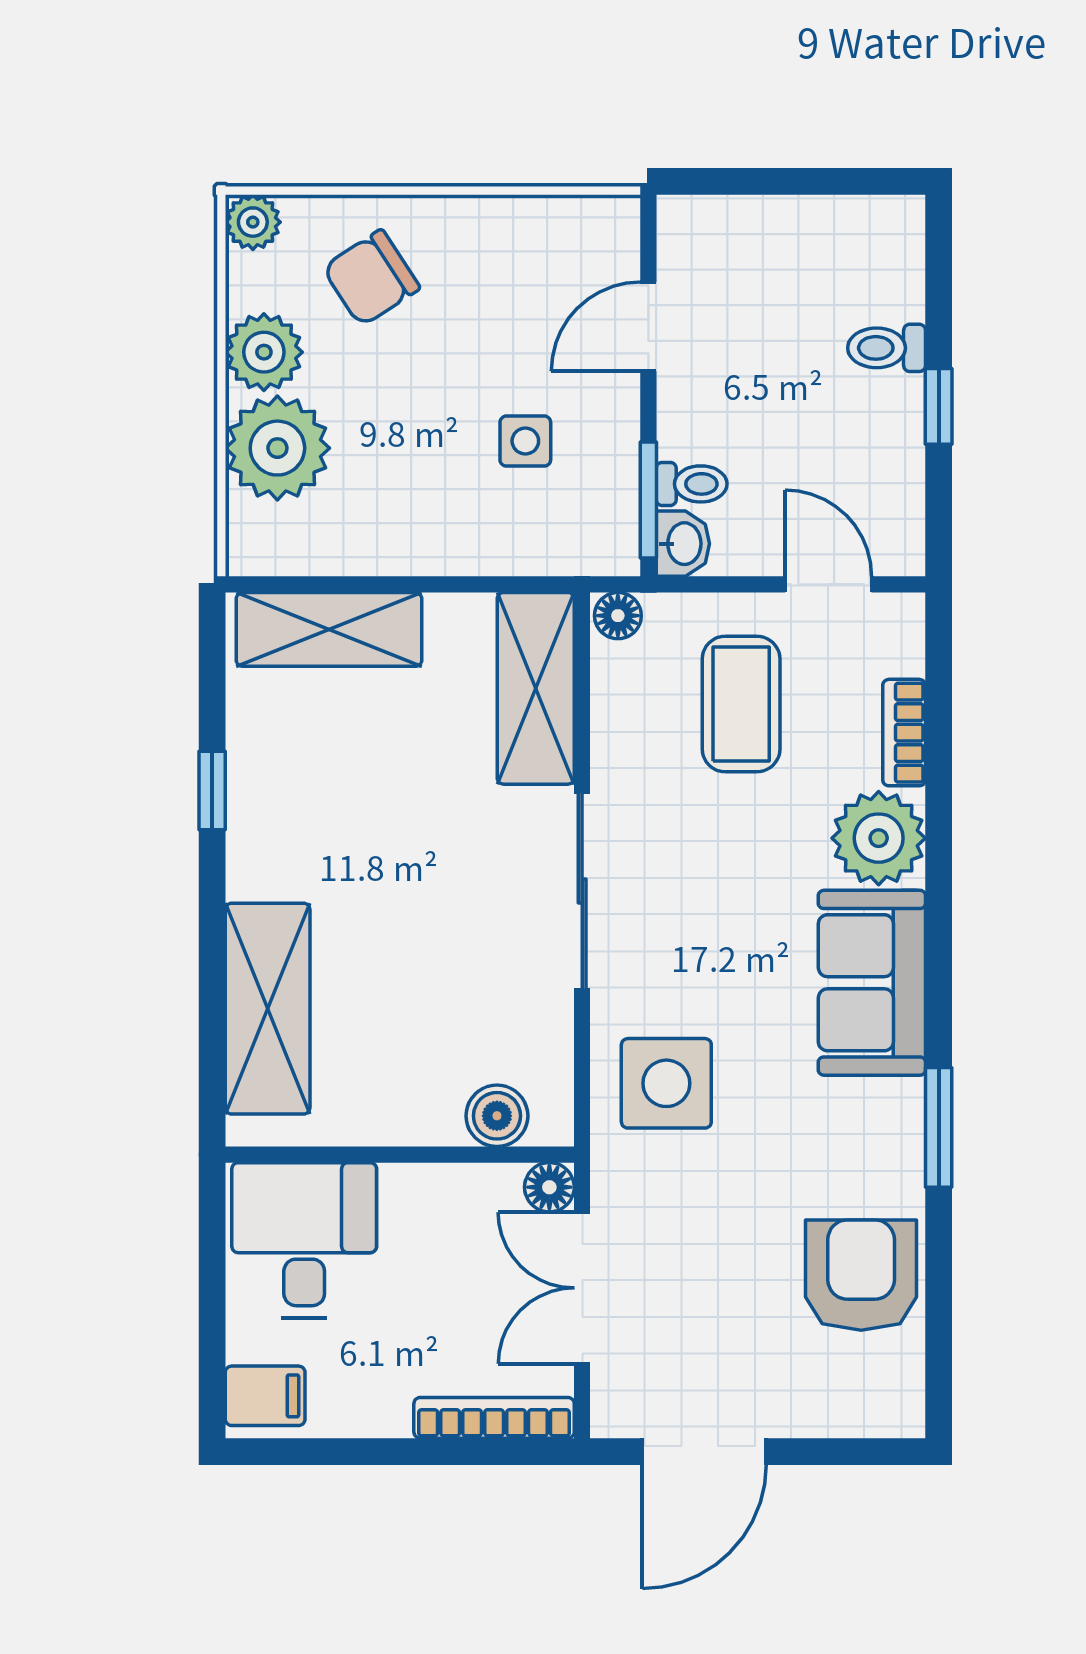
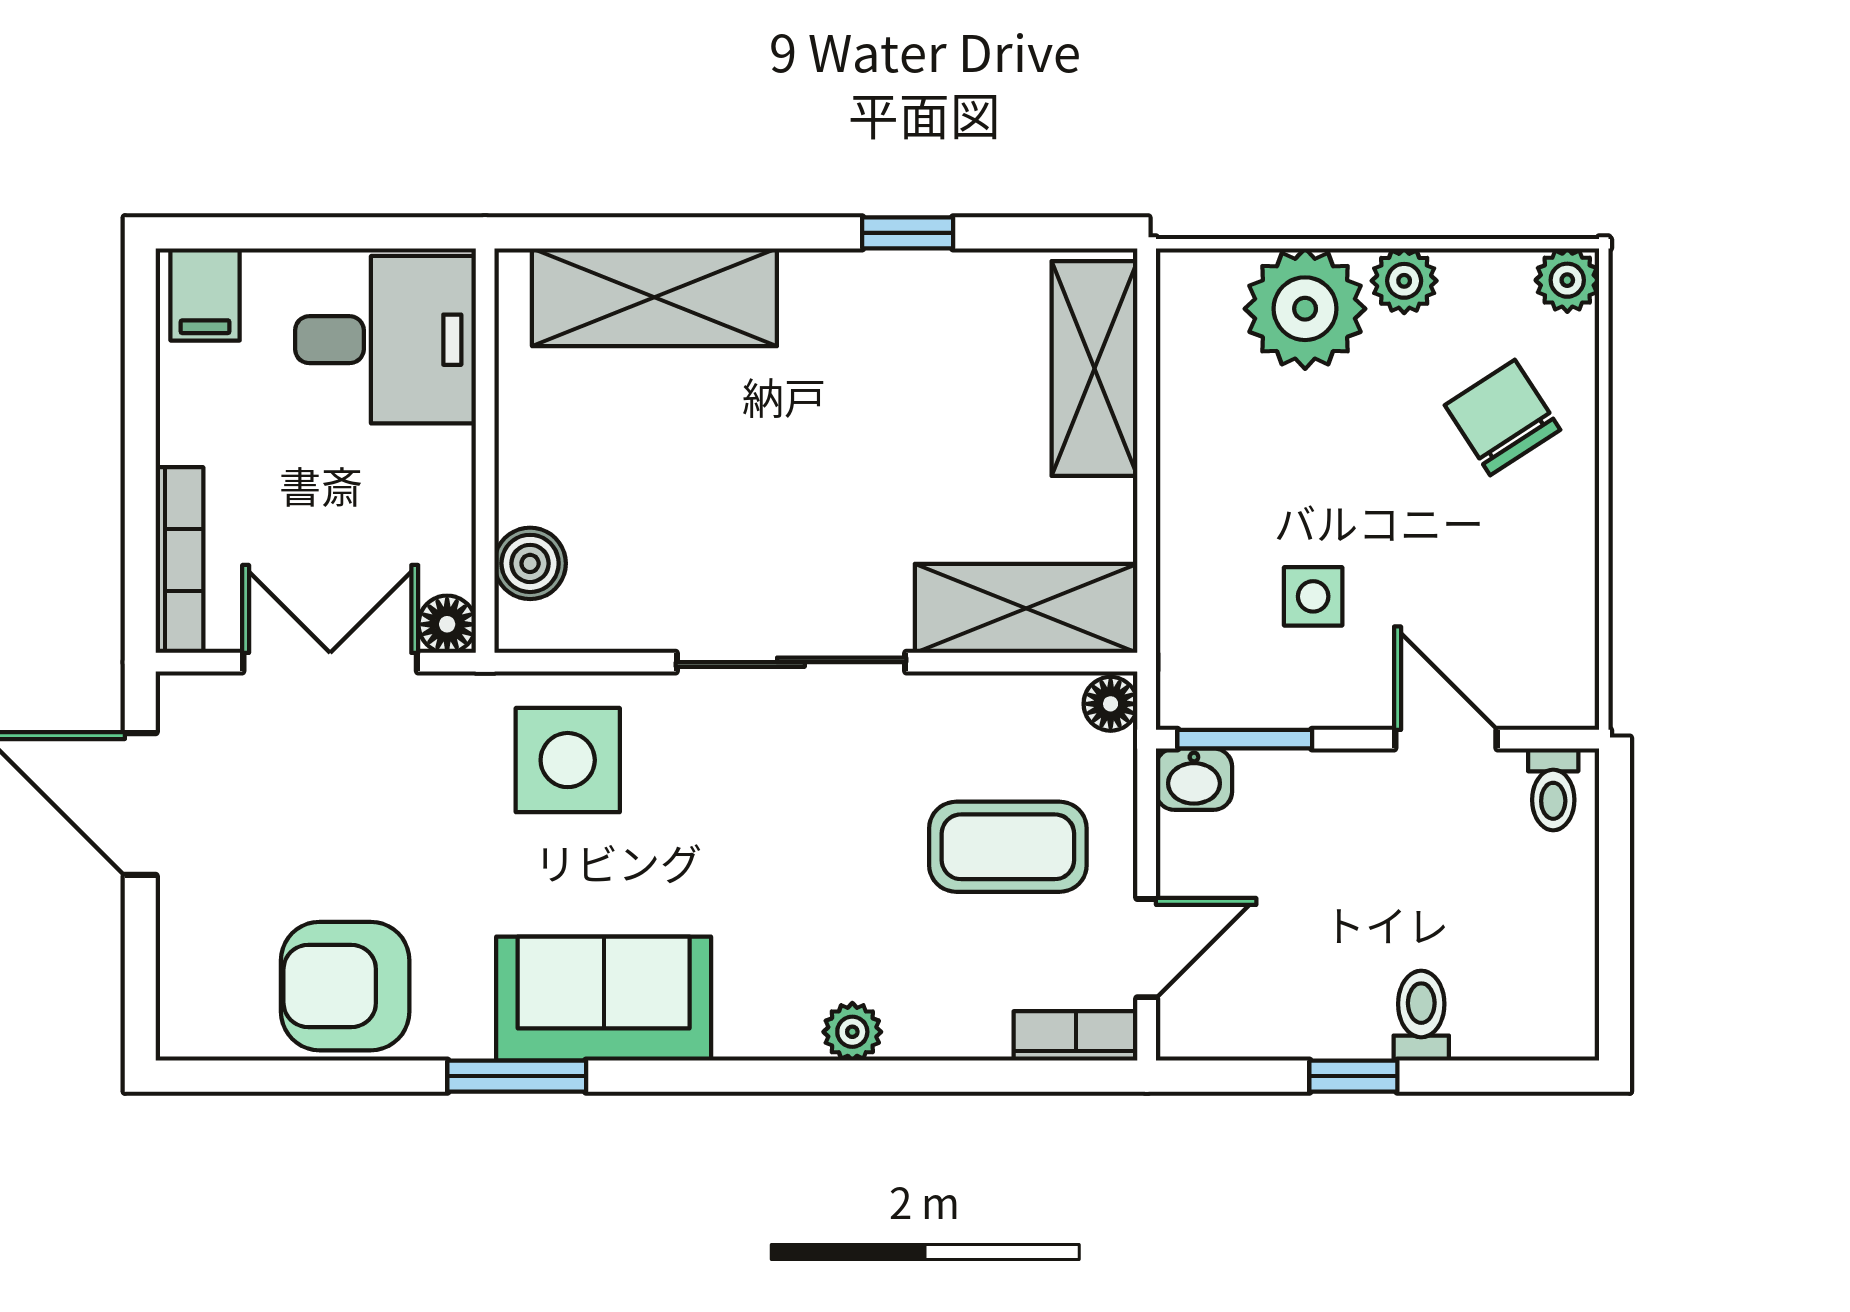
plant: (264, 352) -> (1404, 281), width x0.73, depth x0.73
toilet: (692, 484) -> (1553, 789), moved
bookcase: (904, 733) -> (1076, 1036), moved
plant: (879, 838) -> (852, 1032), width x0.53, depth x0.53
sofa: (872, 983) -> (604, 999), moved
armchair: (861, 1275) -> (345, 986), turned 180

